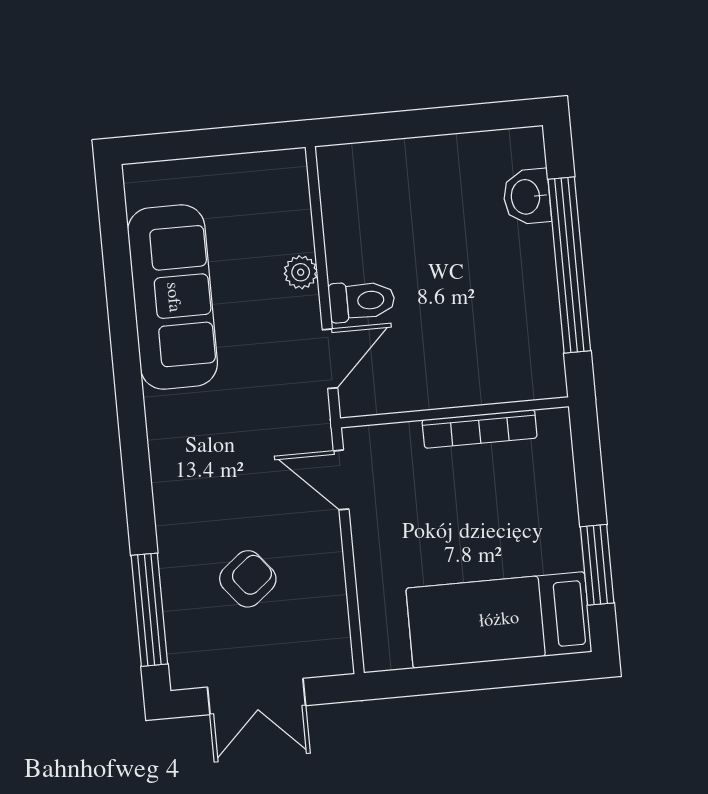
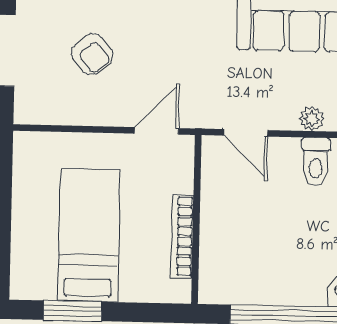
toilet: (362, 301) -> (316, 162), moved
bed: (499, 620) -> (89, 235), moved

